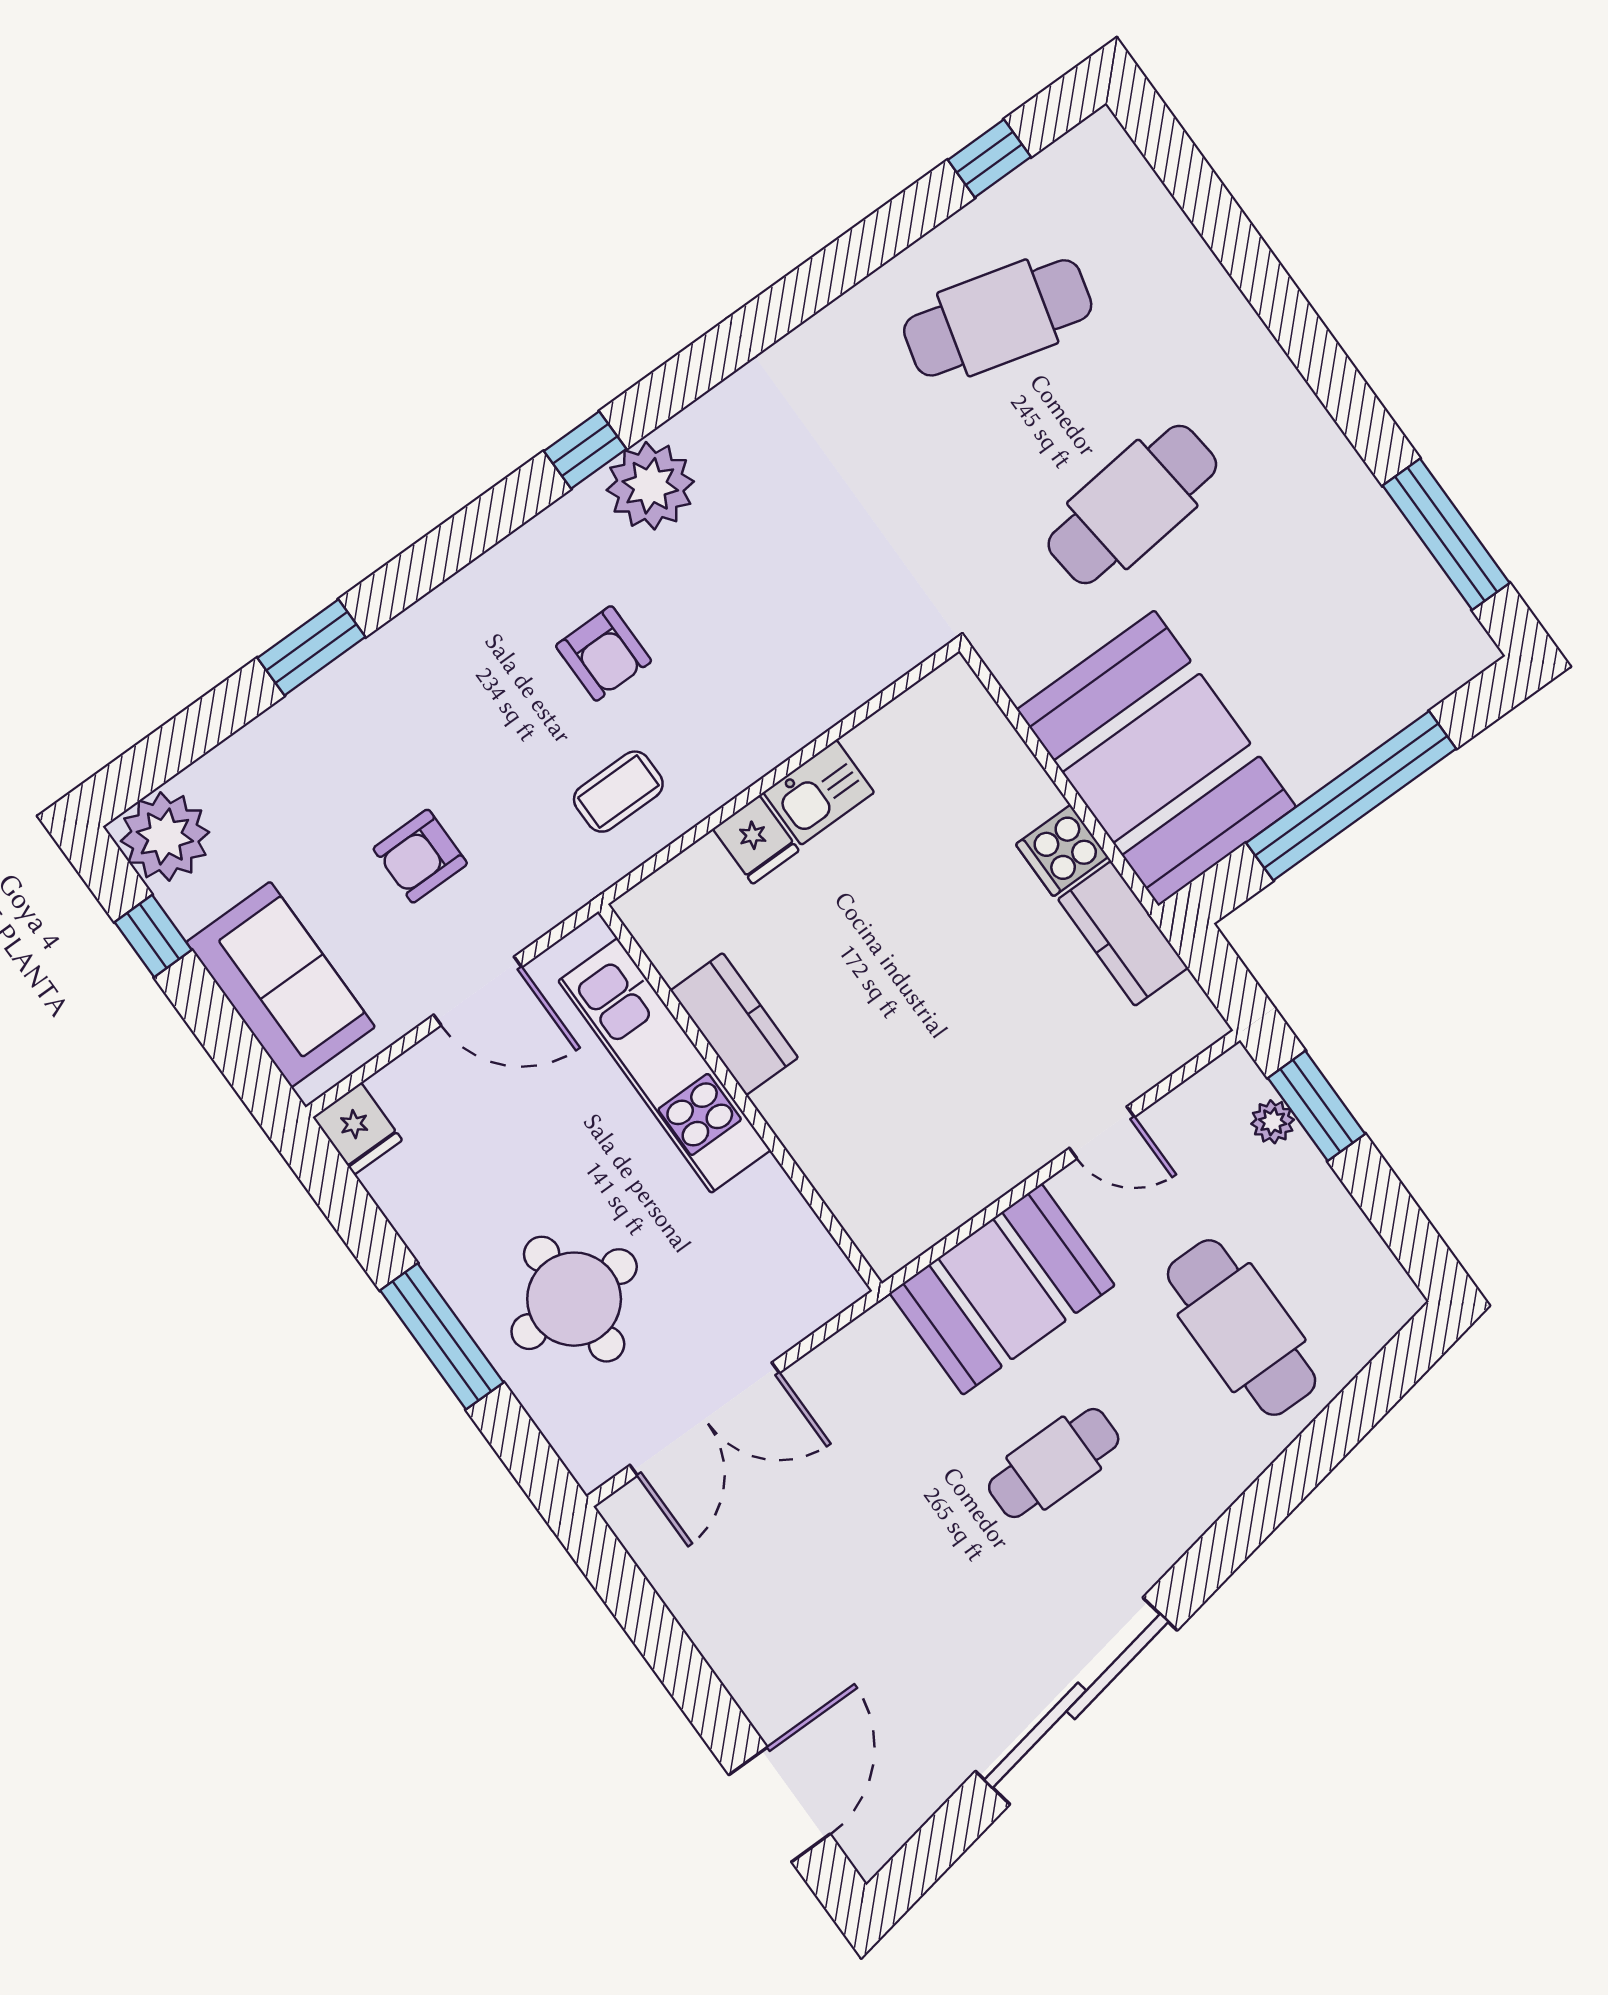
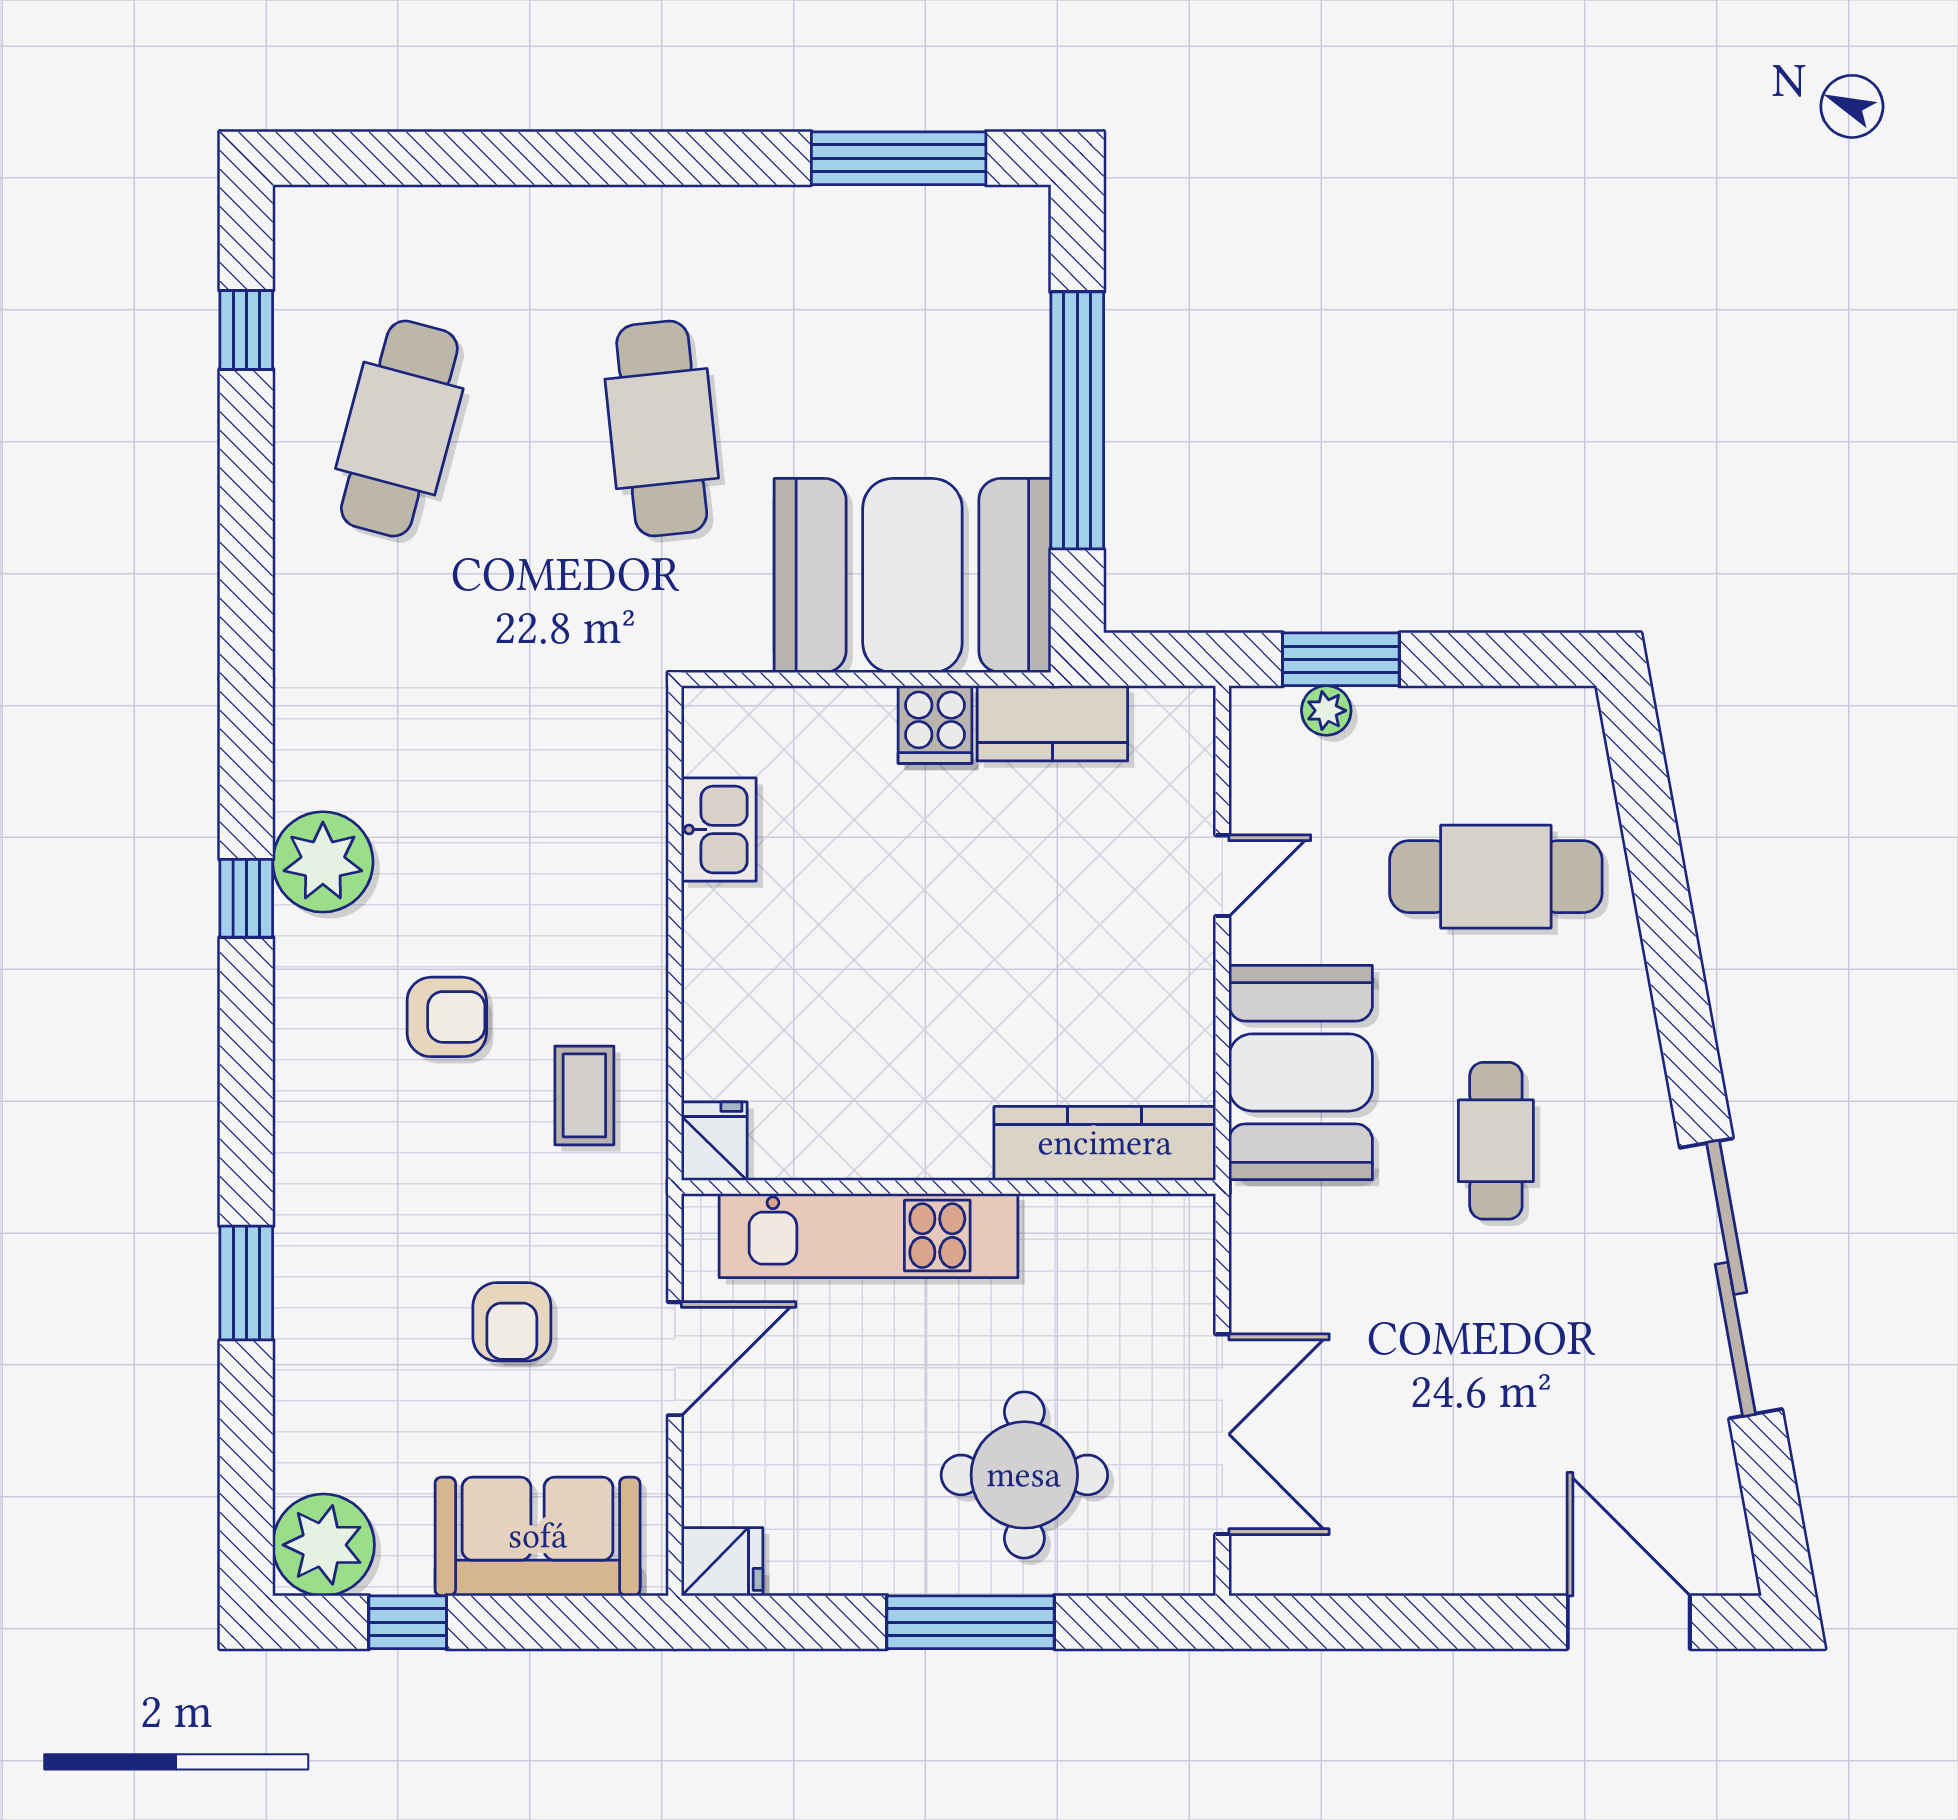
kitchen sink: (819, 792) -> (719, 829), moved
fridge: (756, 840) -> (714, 1141), moved, turned -90
kitchen counter: (734, 1024) -> (1105, 1143), moved, width x1.50

